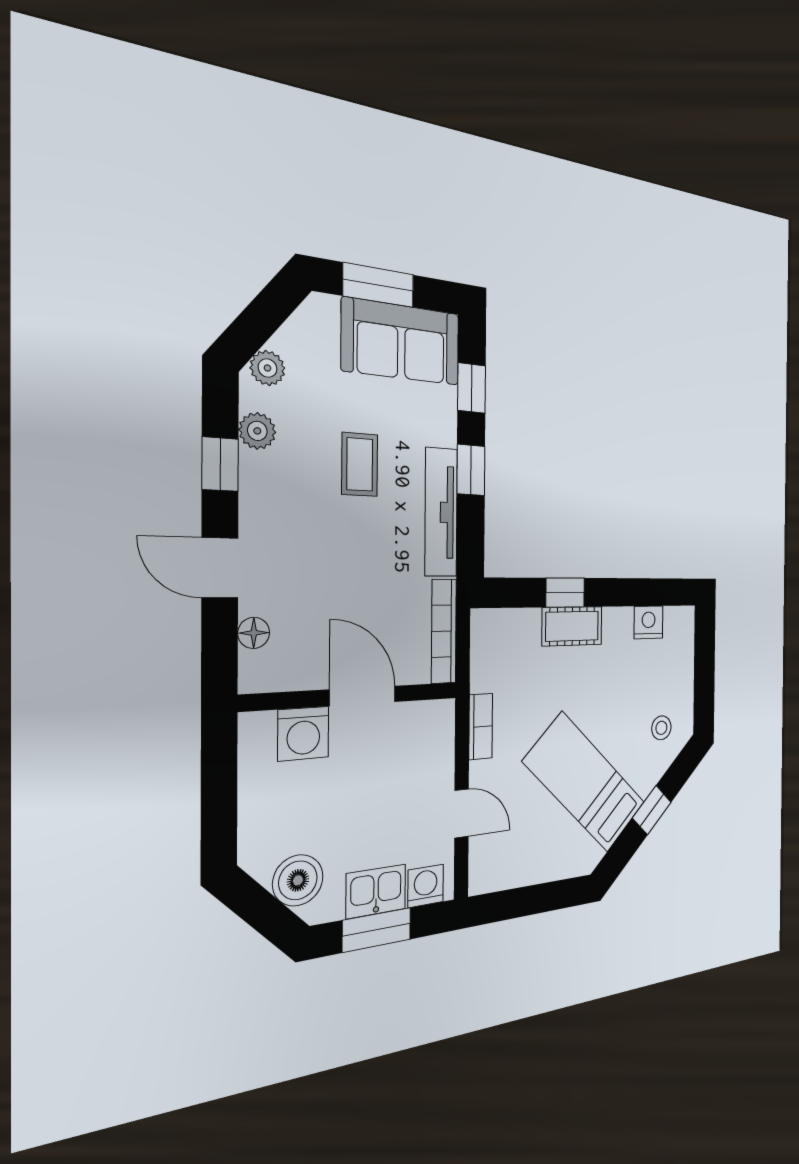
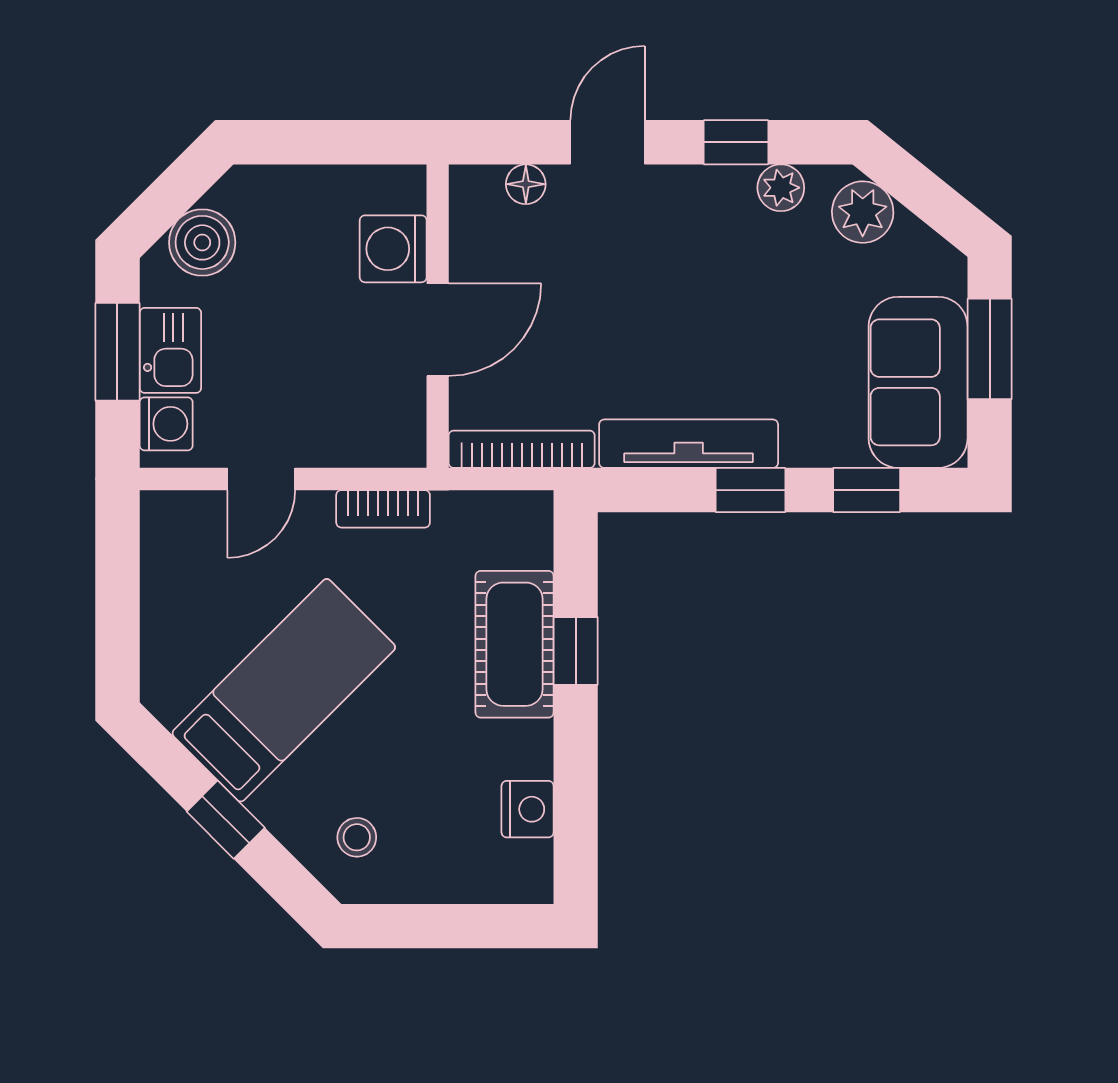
plant: (267, 368) -> (863, 212), width x1.38, depth x1.38
coffee table: (360, 464) -> (747, 324), removed
cot: (572, 626) -> (515, 644), width x1.37, depth x1.34

